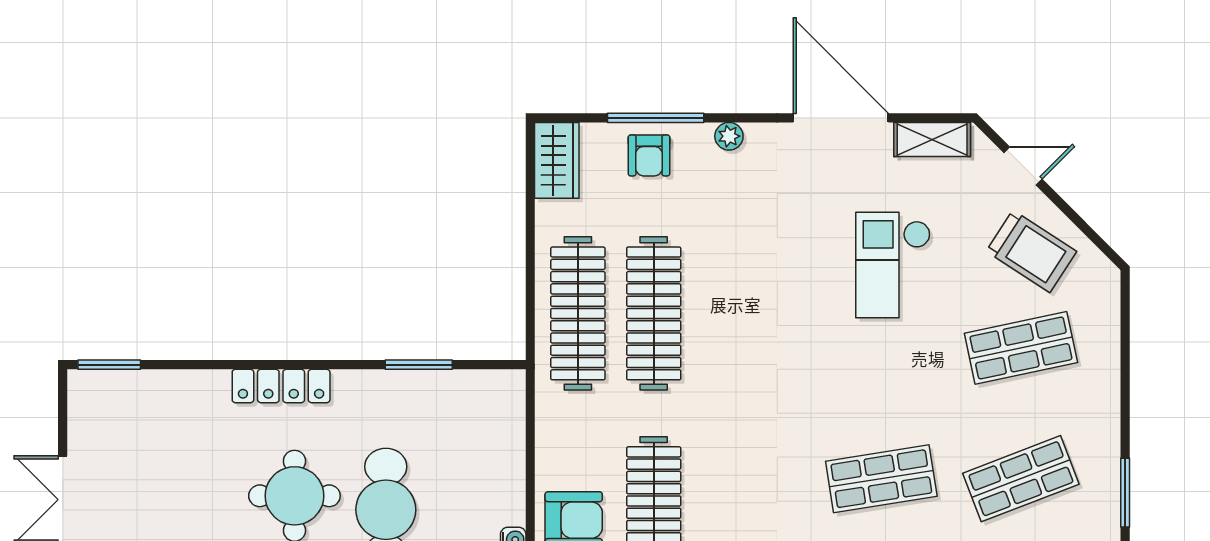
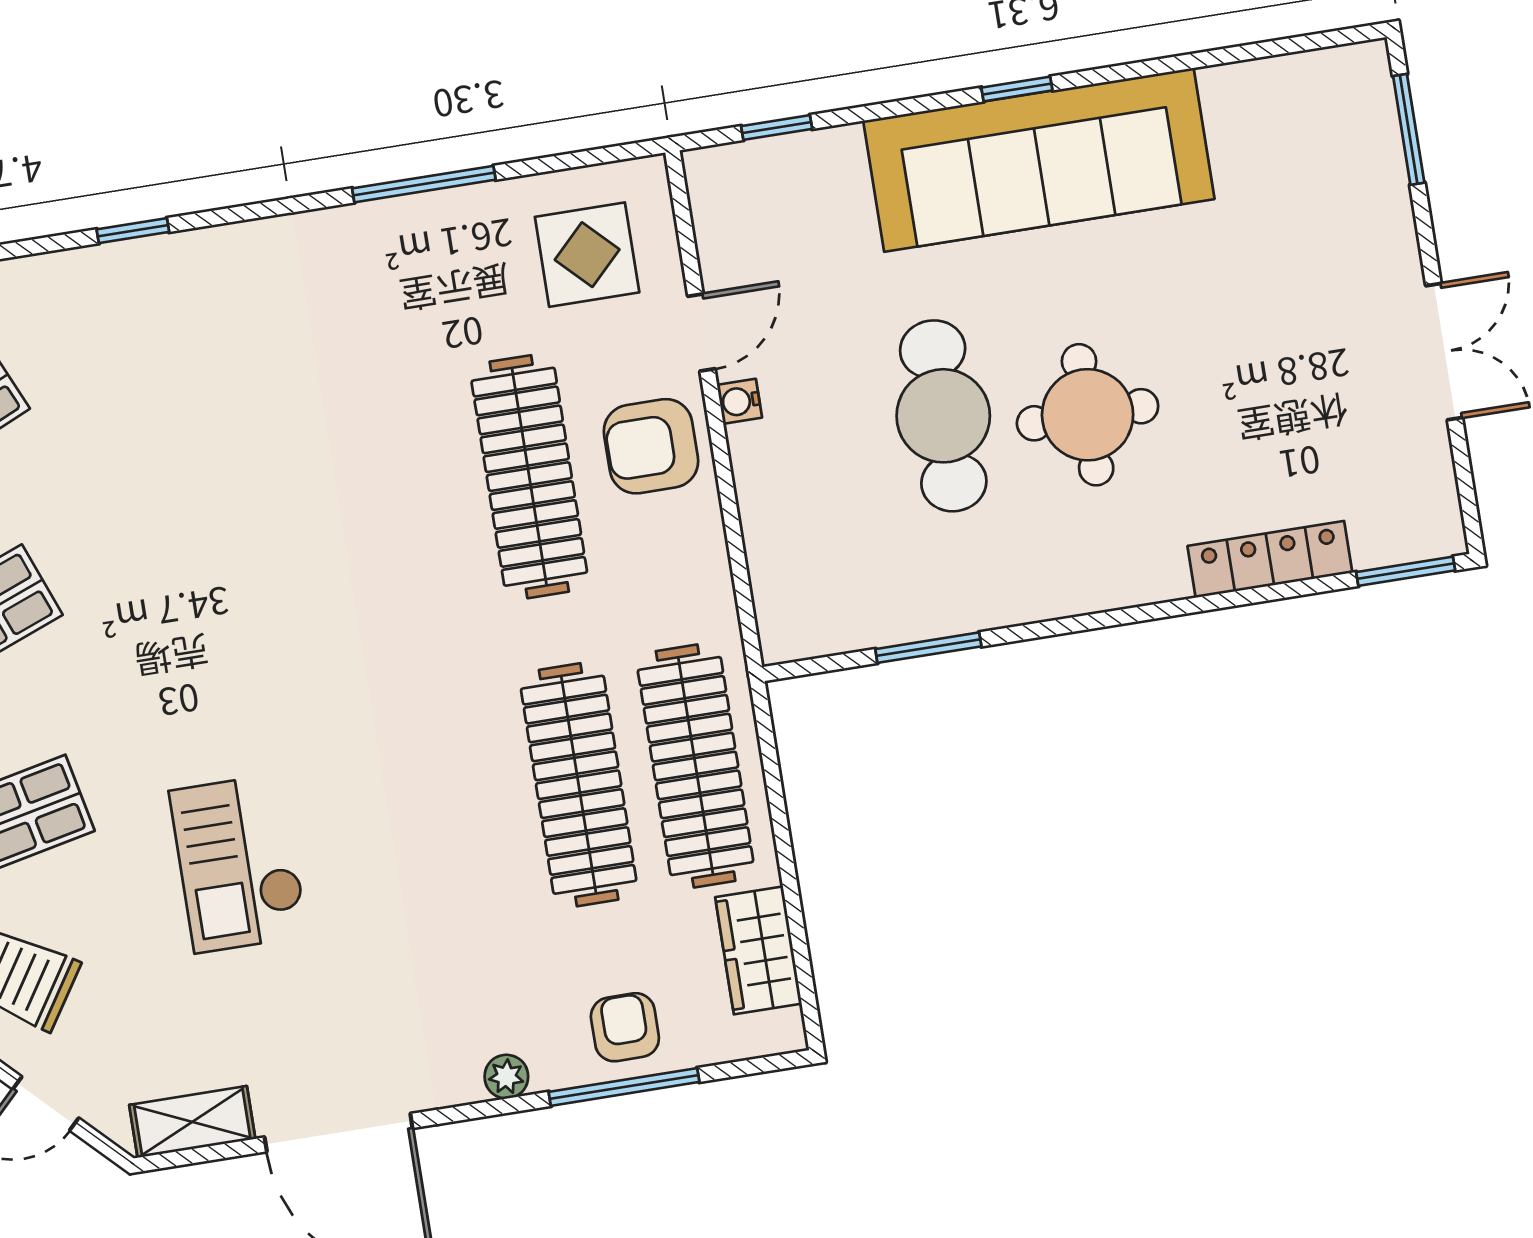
wardrobe: (557, 160) -> (758, 950), moved
checkout: (893, 265) -> (239, 863), moved, turned 180
locker: (281, 386) -> (1270, 559), moved
shop shelf: (881, 479) -> (187, 586), removed

